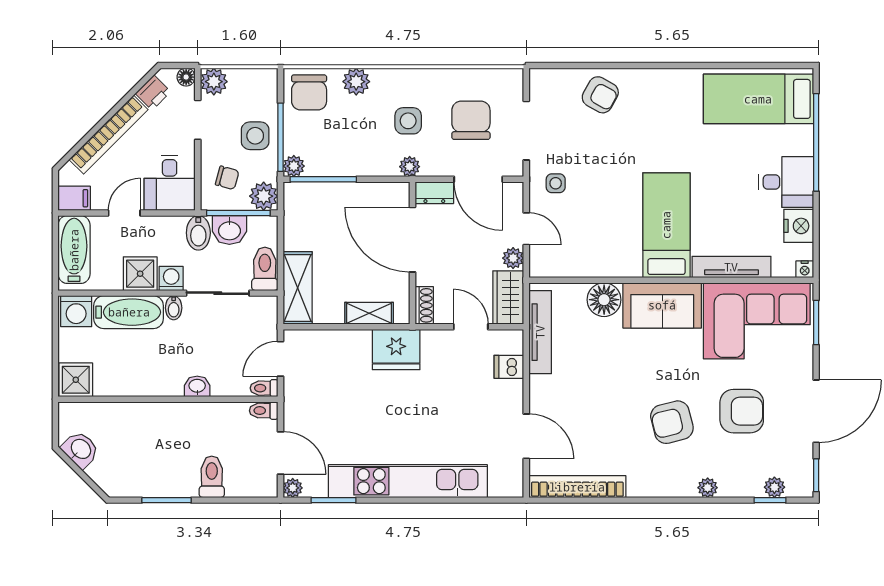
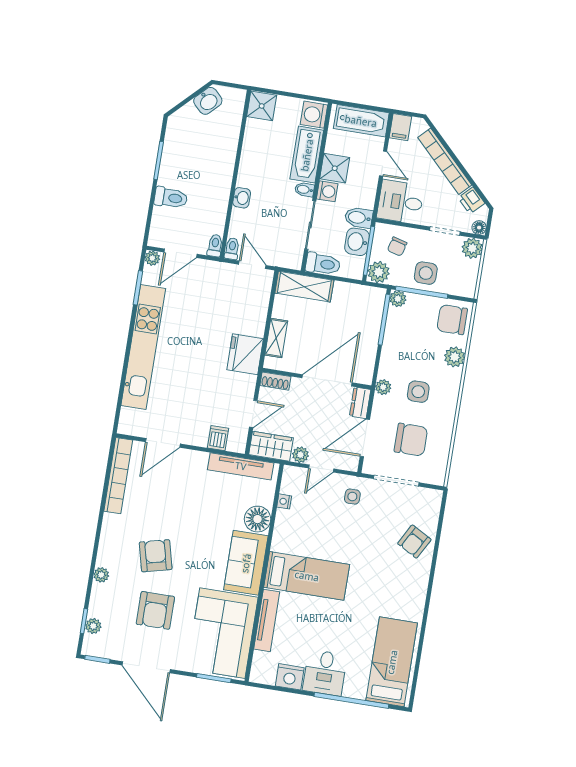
nightstand: (805, 269) -> (284, 501), moved

